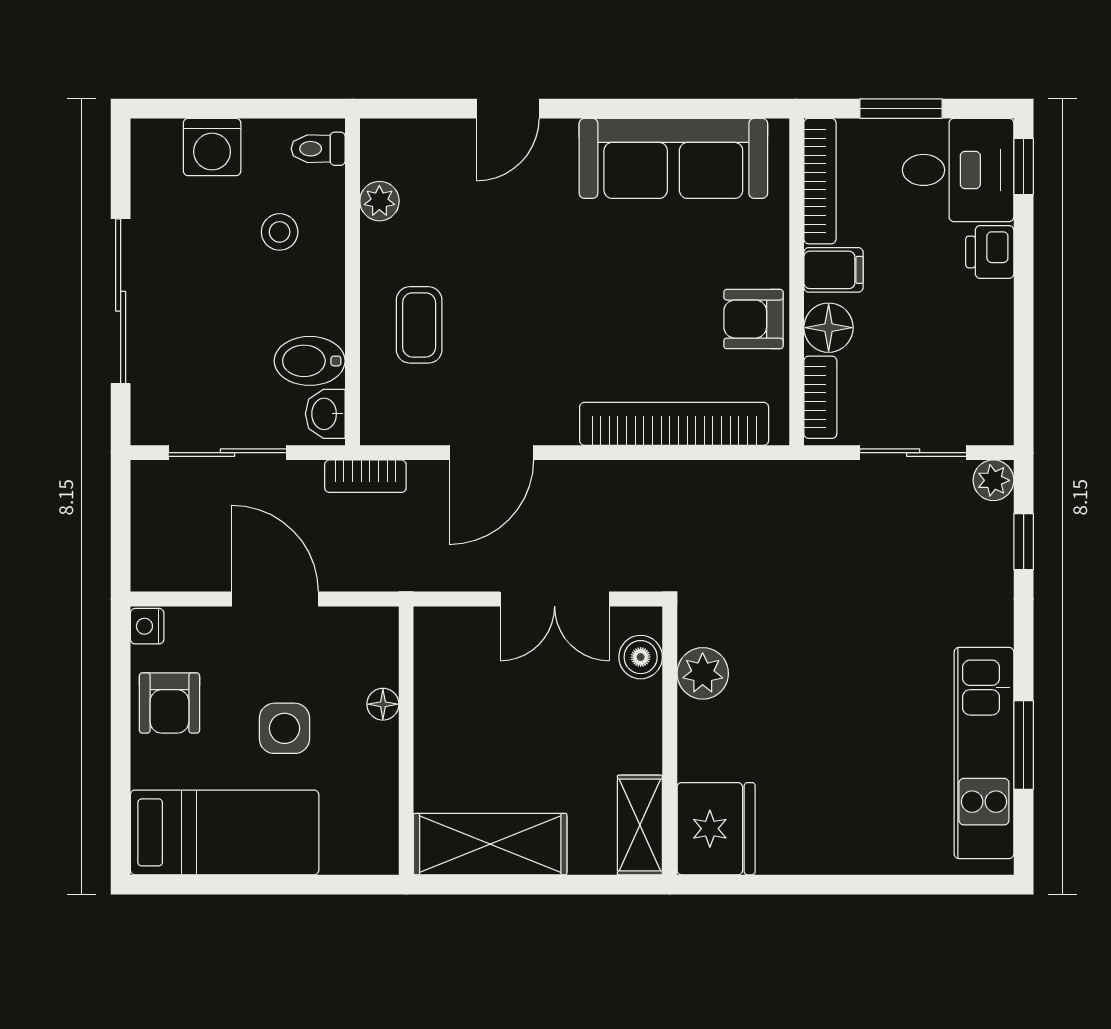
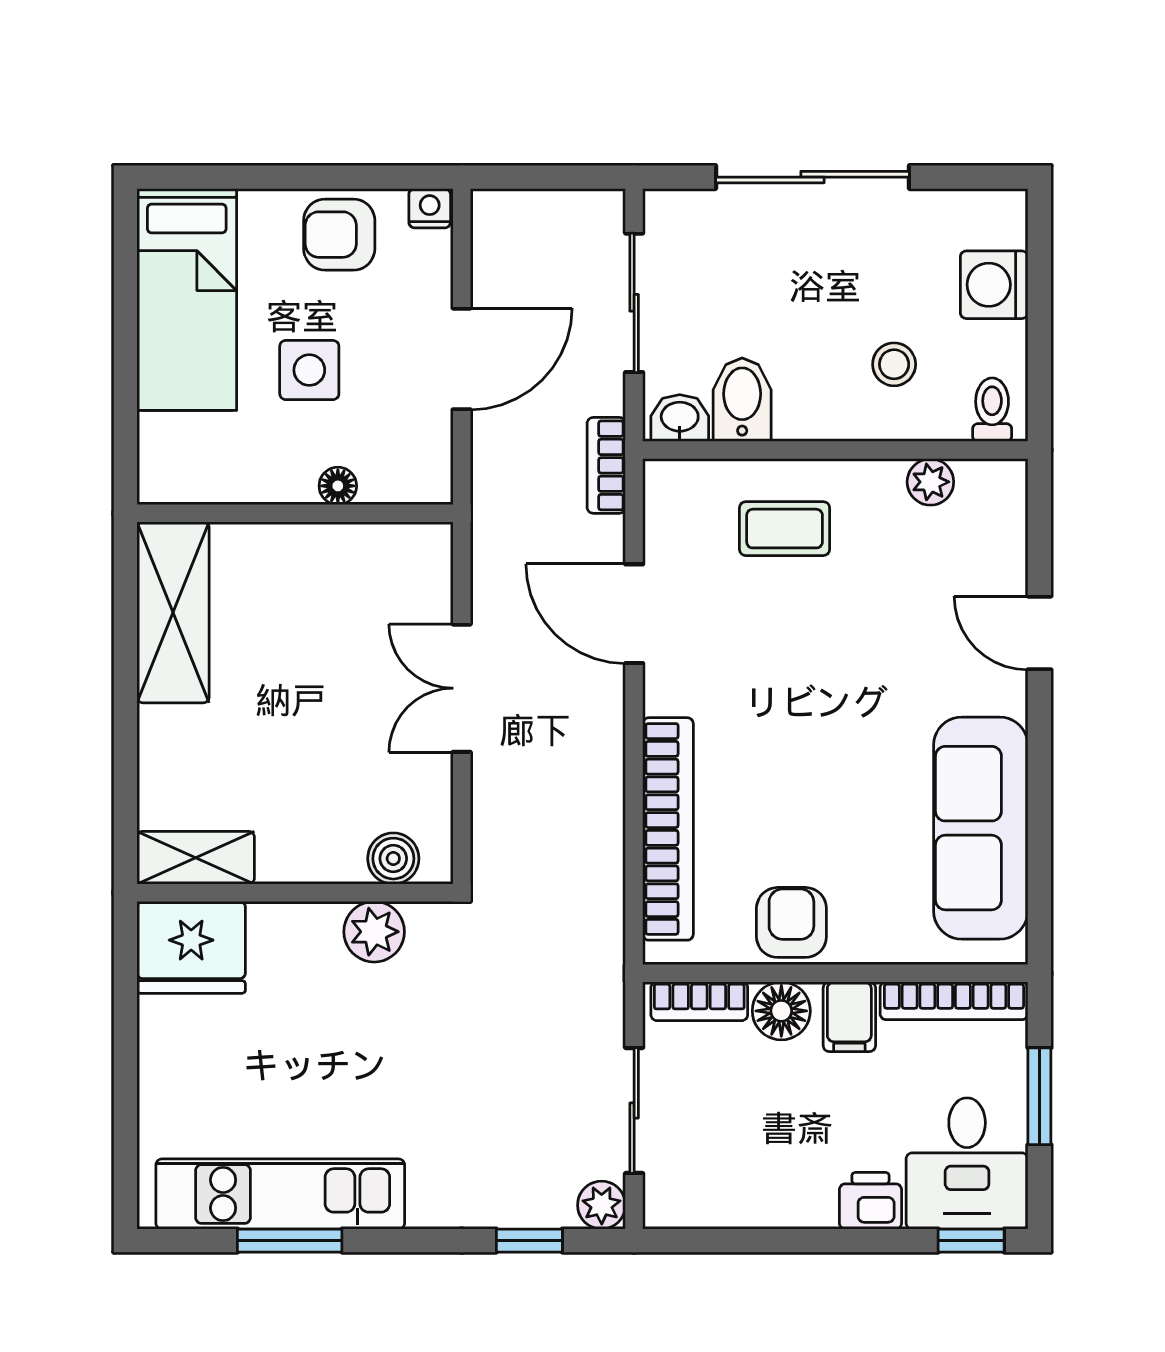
boiler: (641, 657) -> (393, 859), moved
plant: (703, 673) -> (374, 932), moved
wall: (670, 741) -> (295, 893), moved
shelving: (640, 825) -> (196, 858), moved
fridge: (716, 829) -> (191, 947), moved

